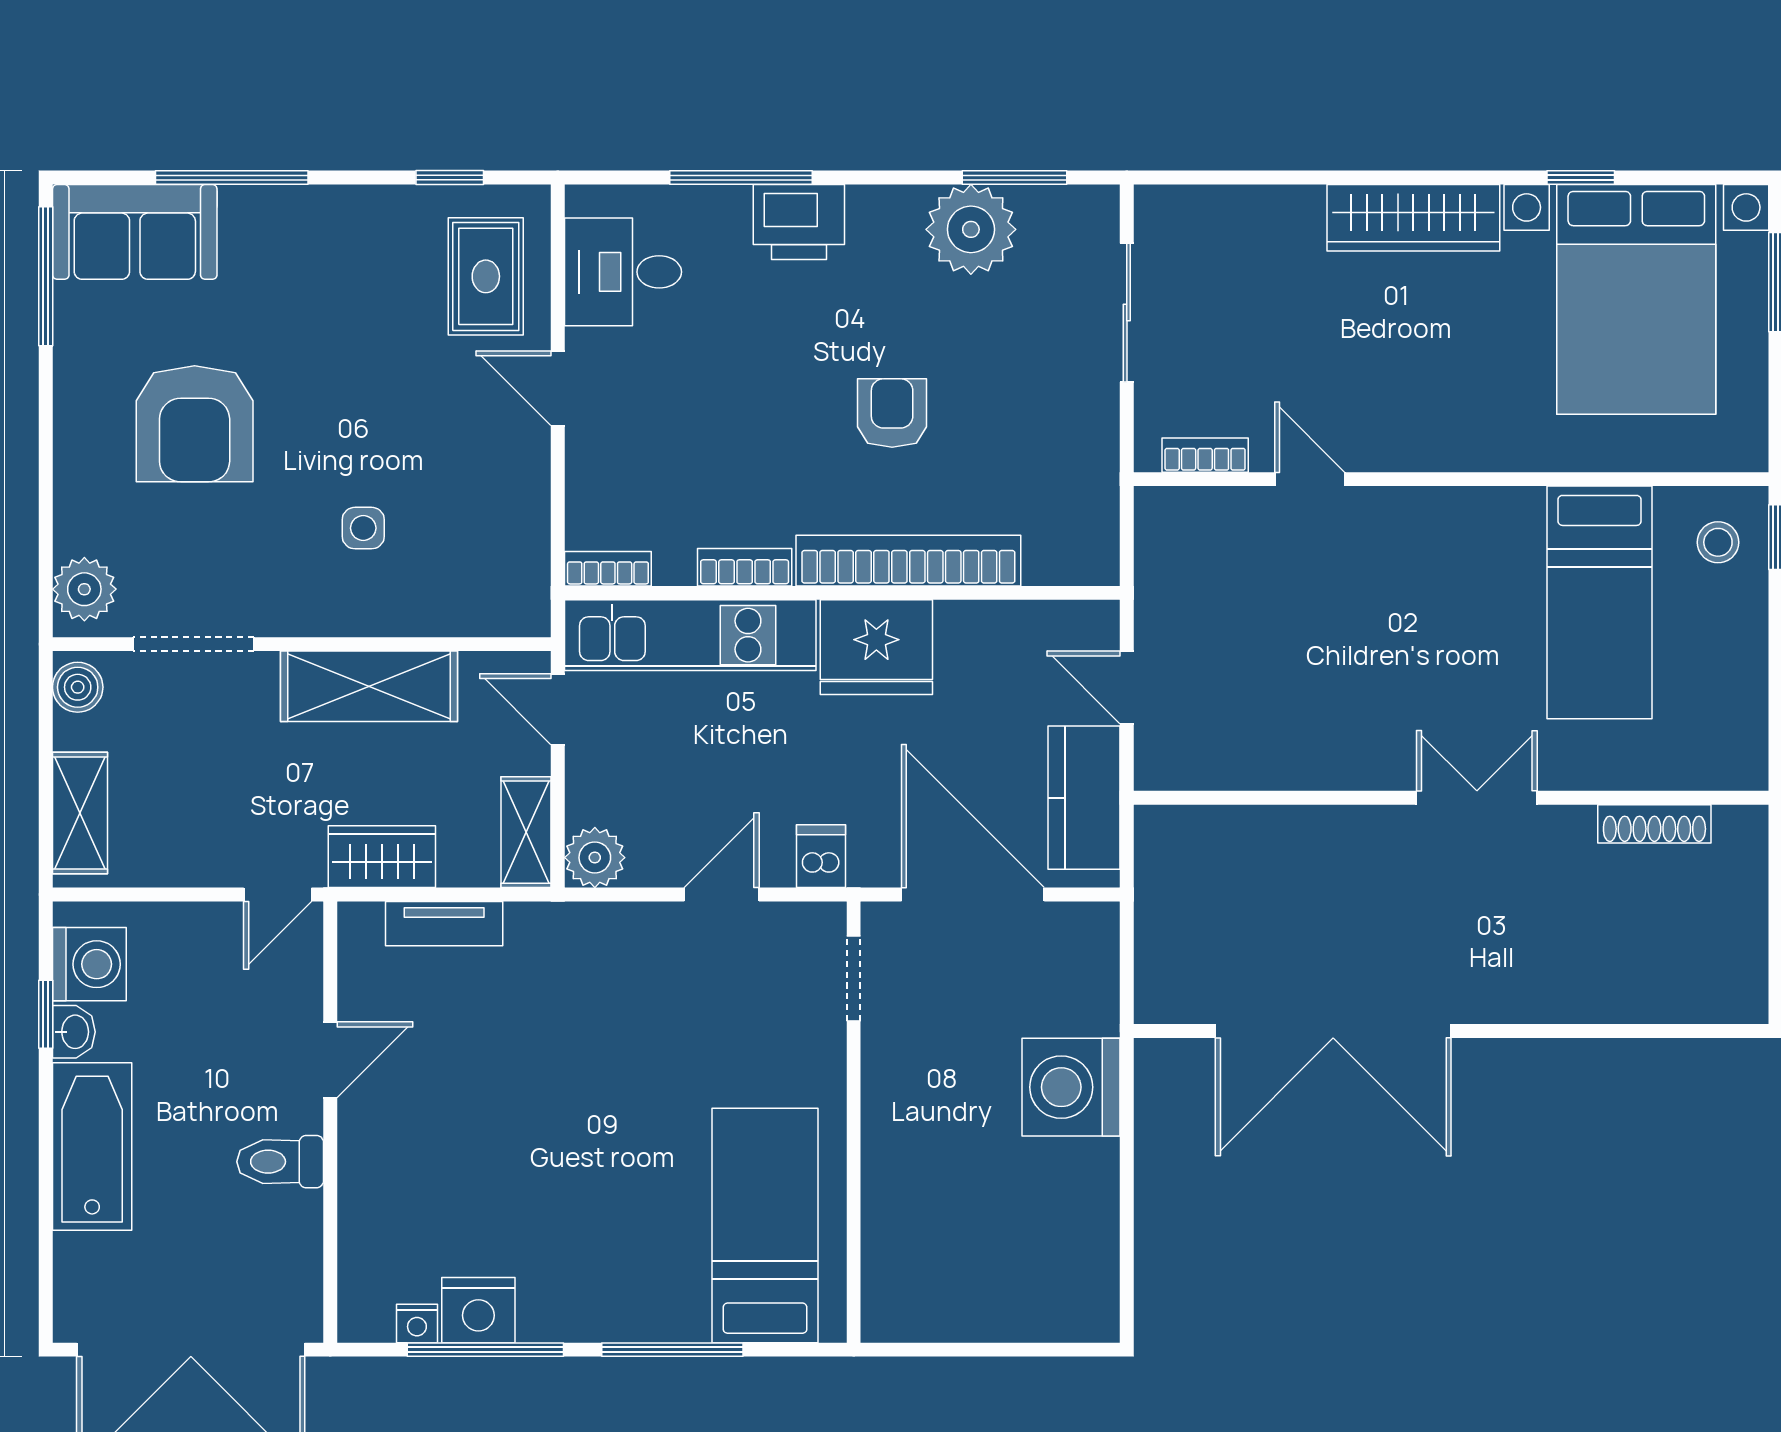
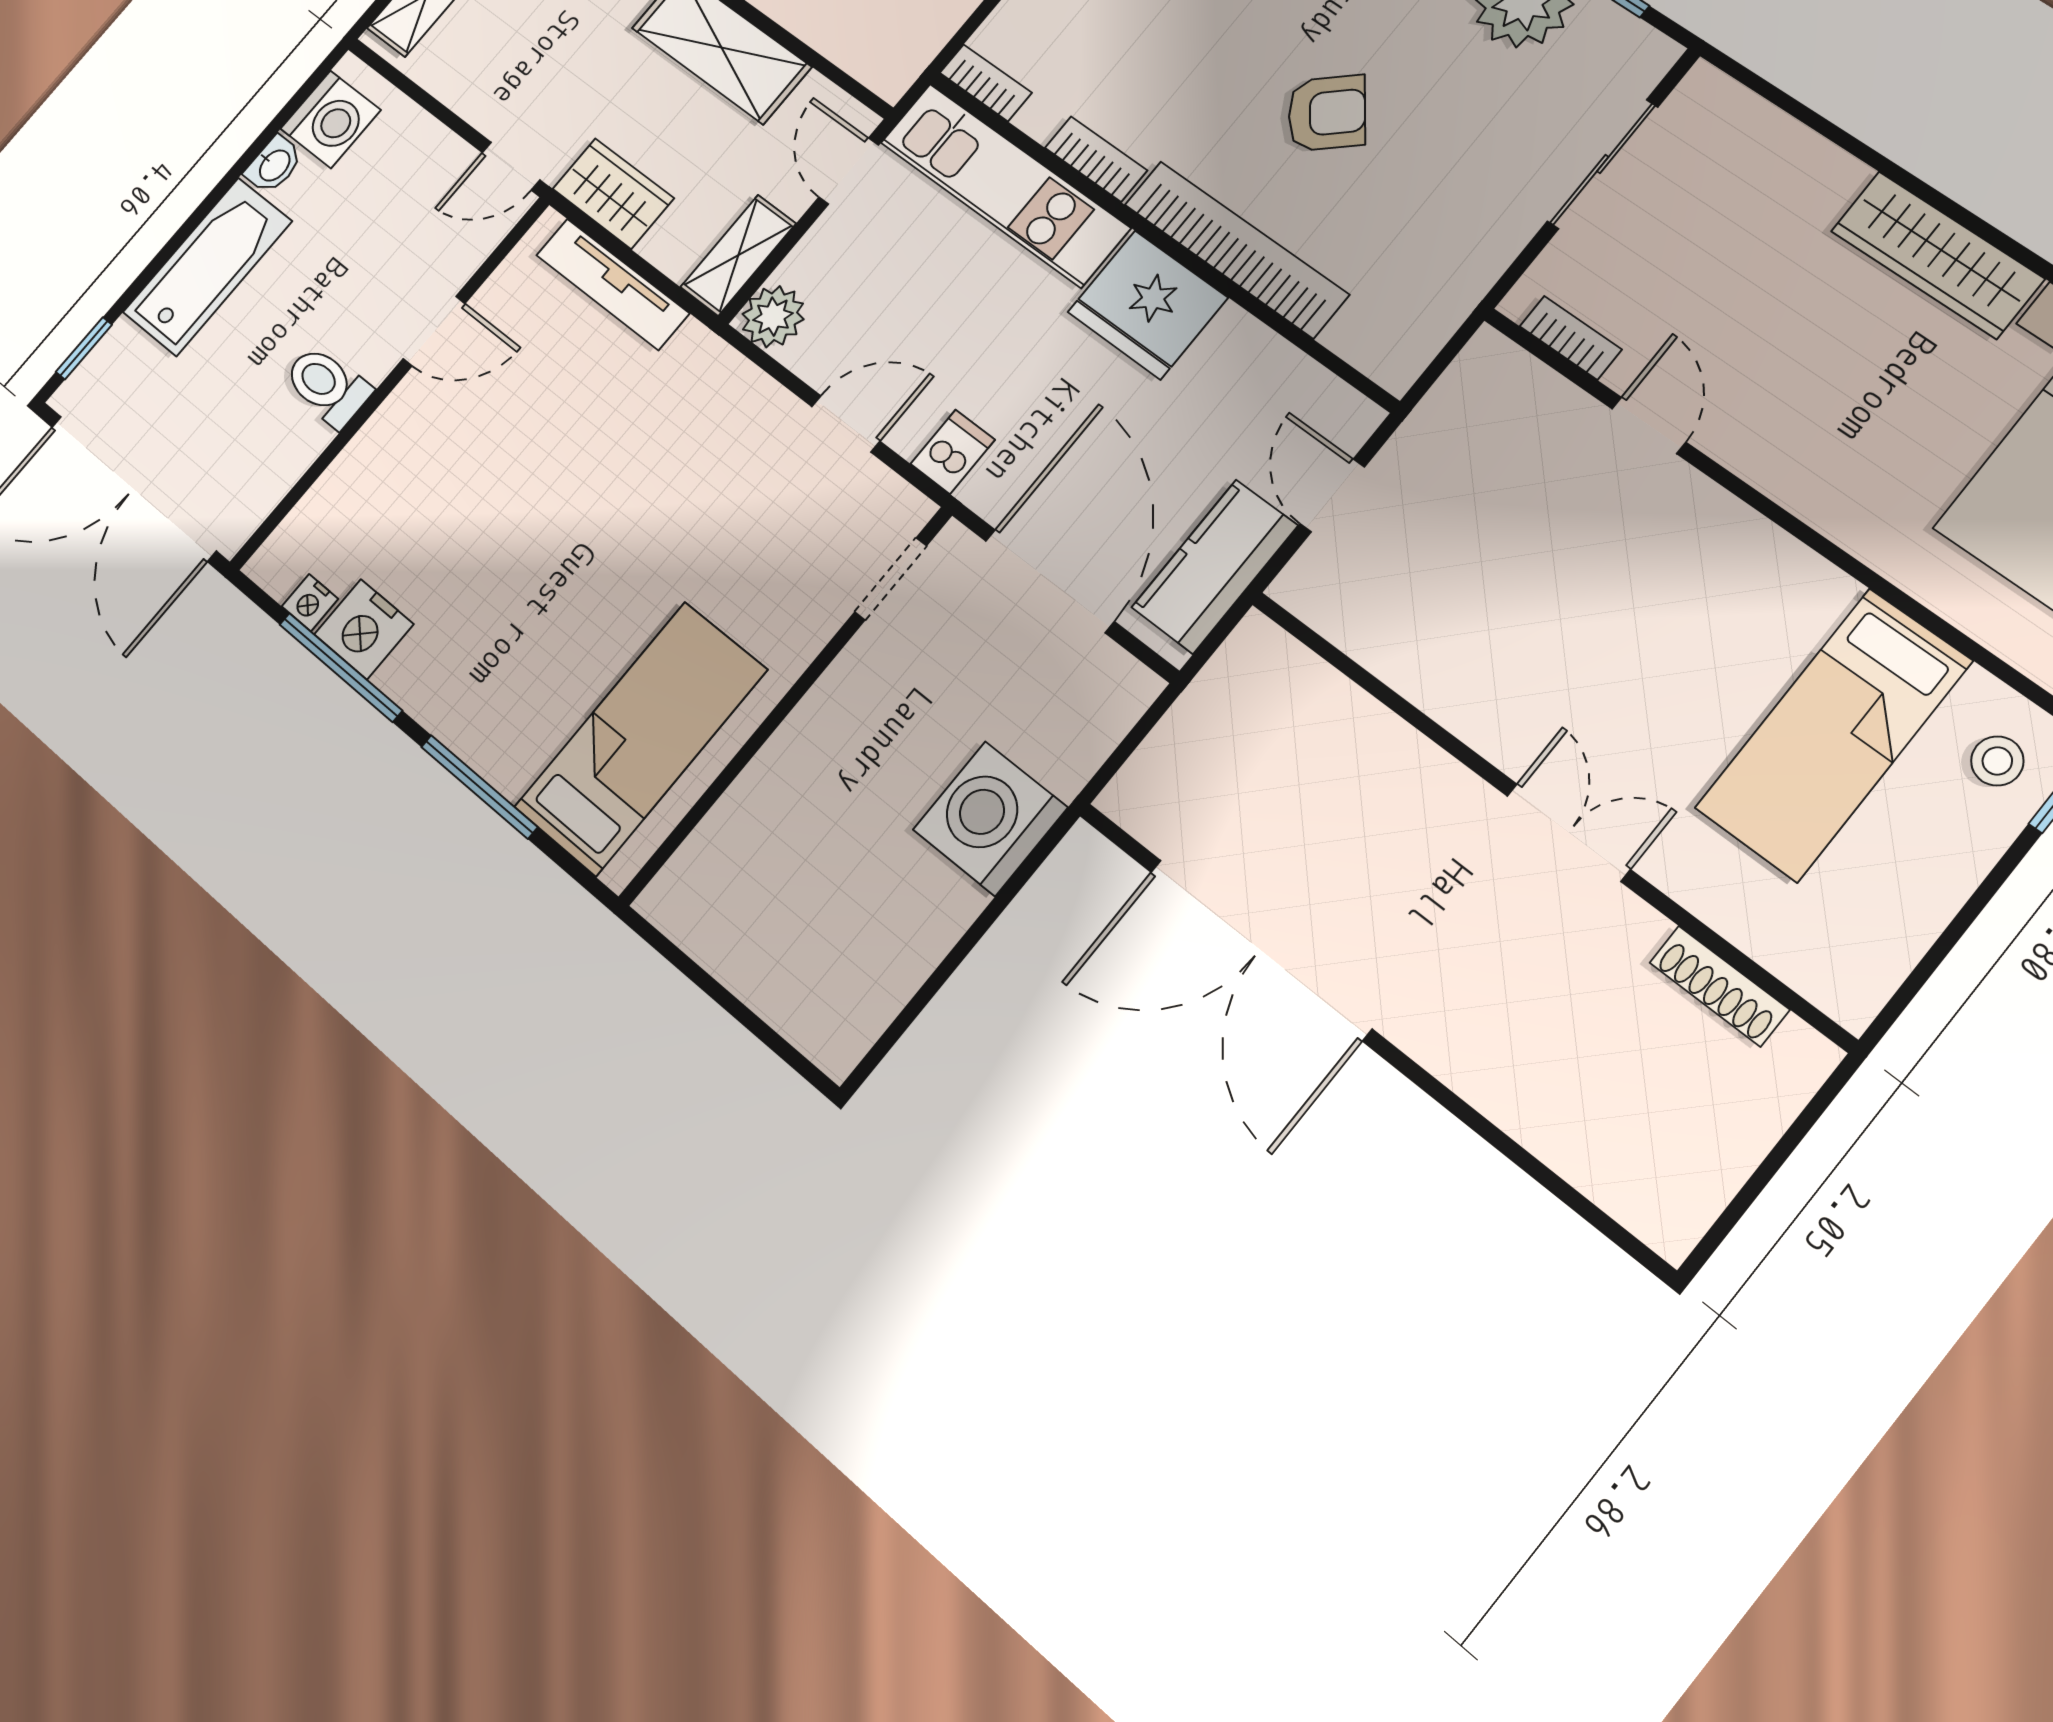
armchair: (892, 413) -> (1327, 113), turned 50
tv unit: (444, 924) -> (612, 284), width x1.41
window: (46, 1014) -> (84, 348), moved

